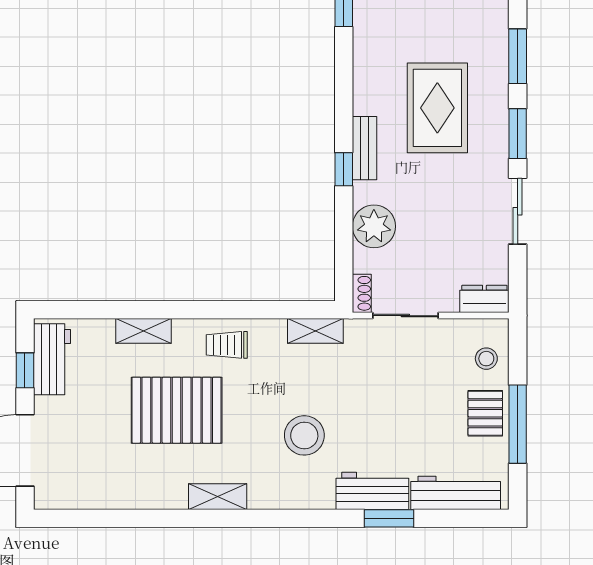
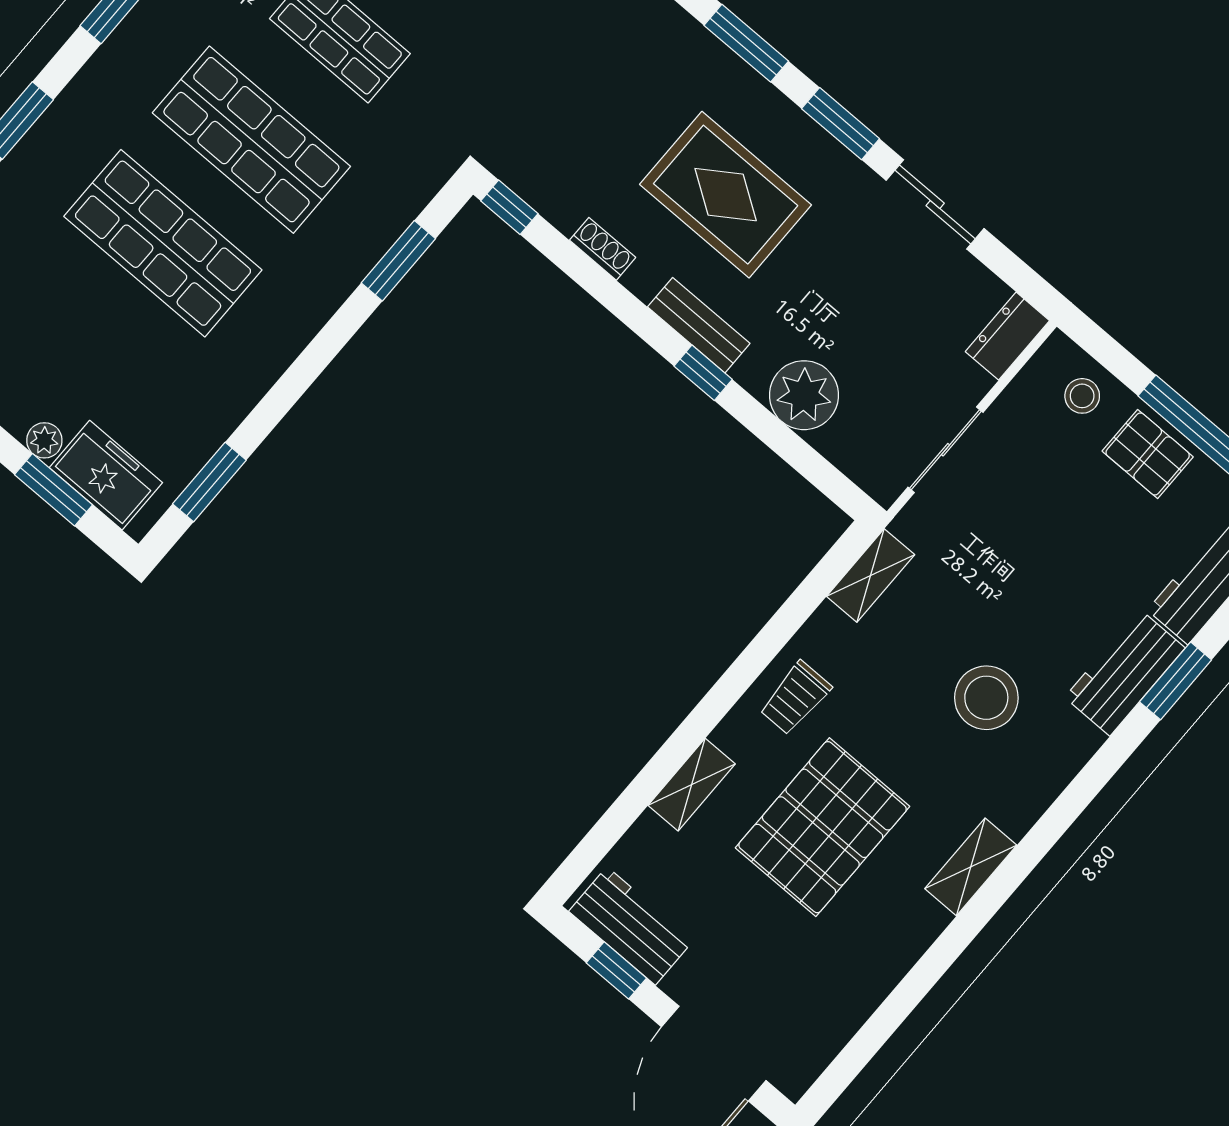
shoe rack: (362, 293) -> (603, 249), moved

